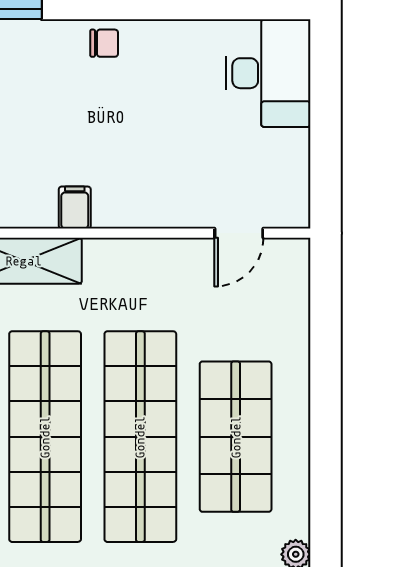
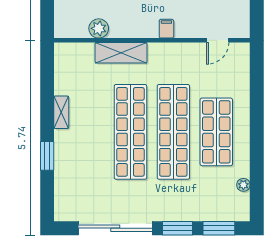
filing cabinet: (75, 208) -> (166, 29), moved

